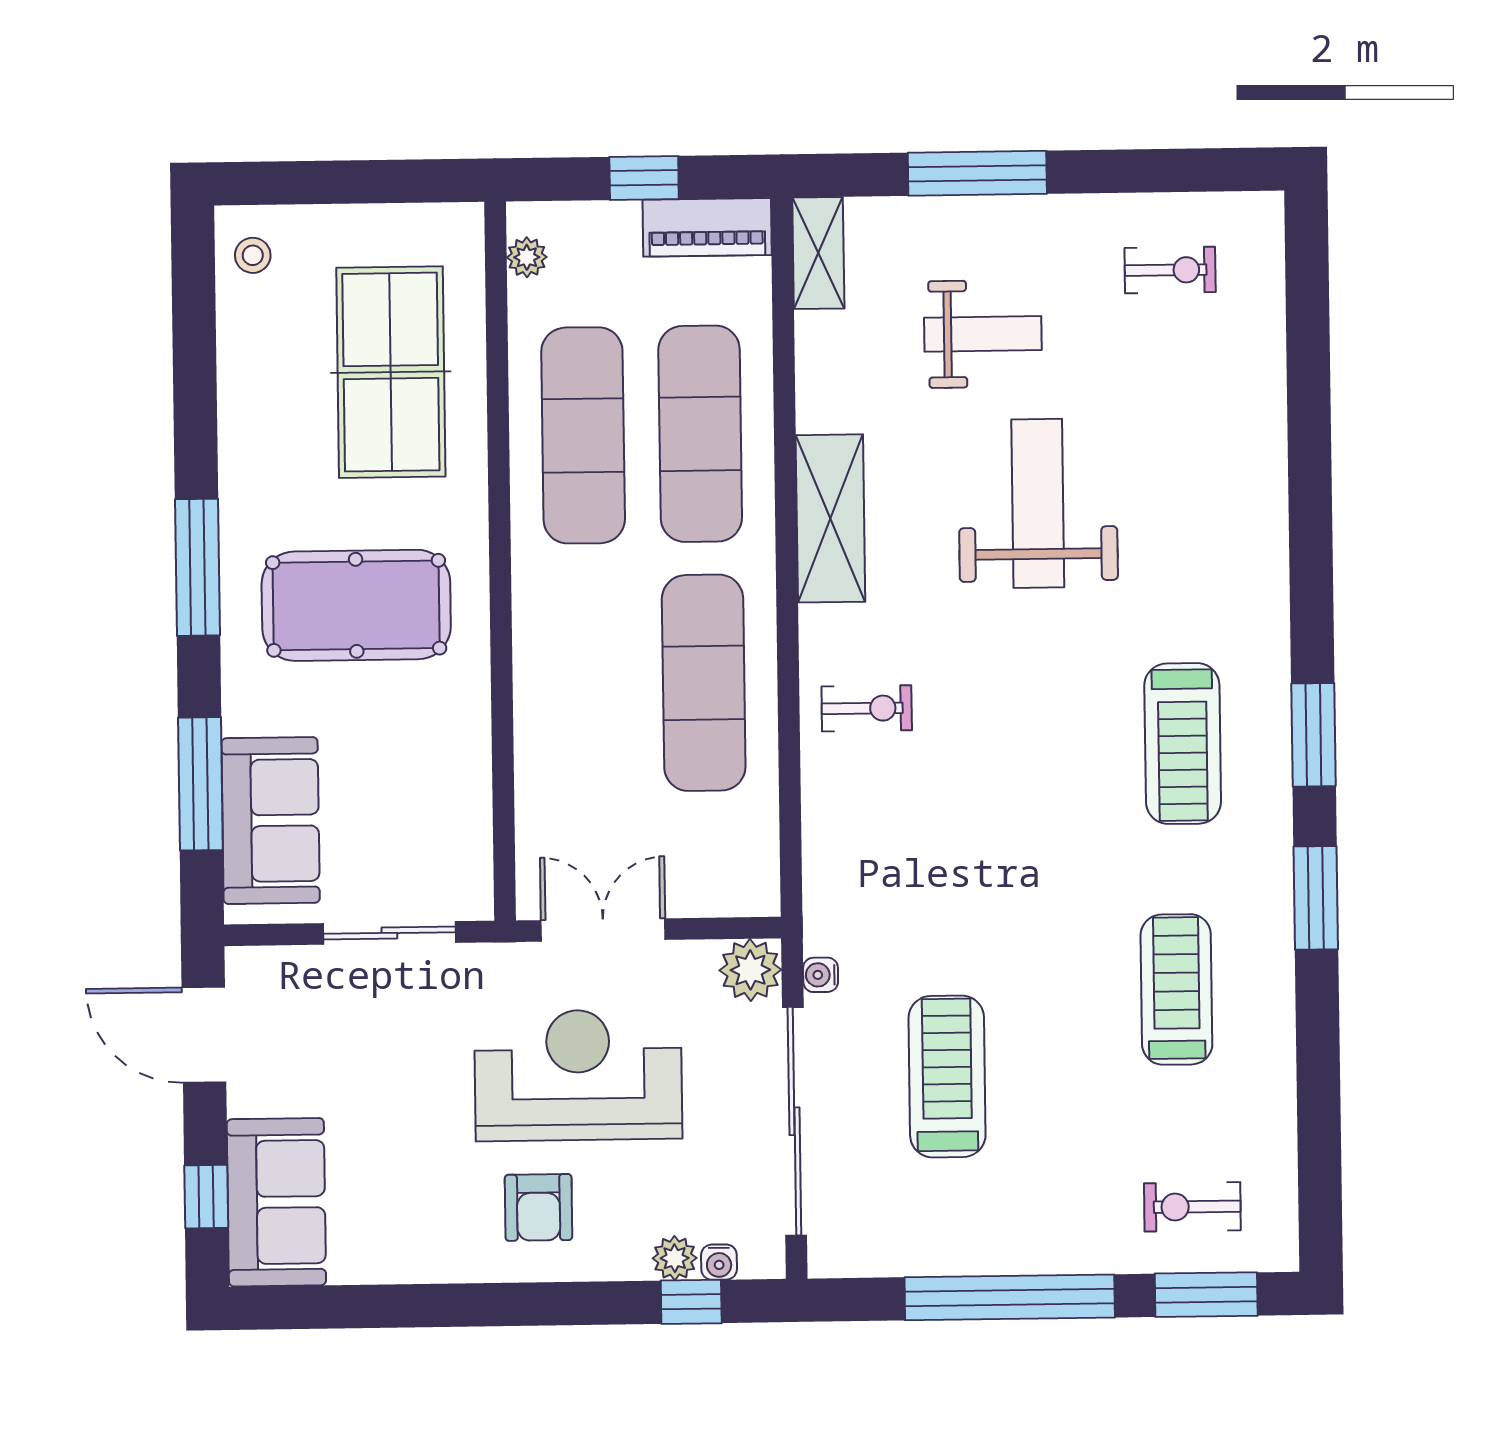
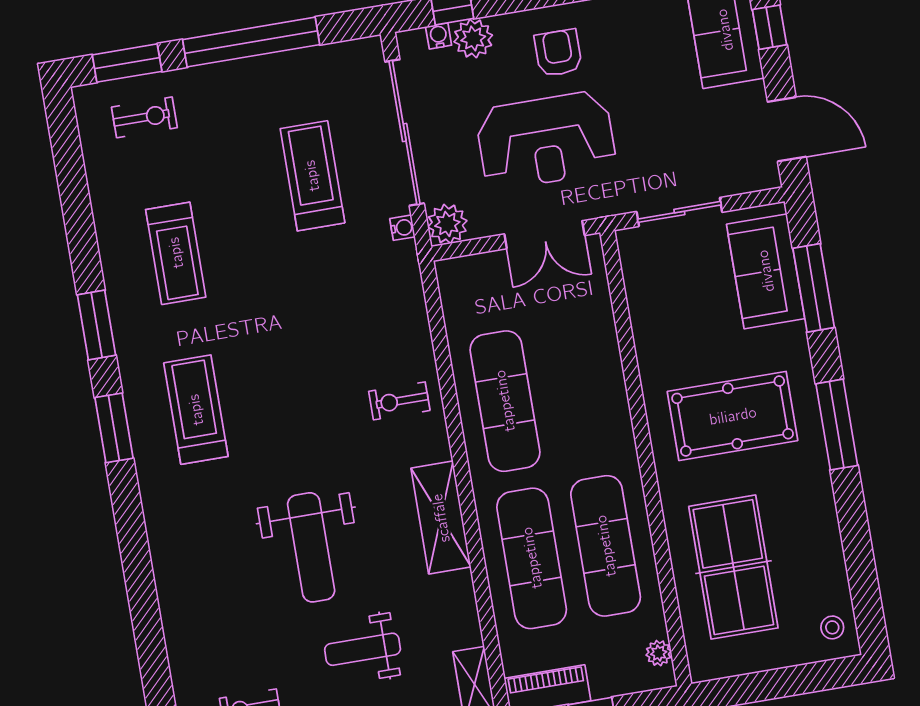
treadmill: (947, 1076) -> (312, 176), turned 180
plant: (675, 1258) -> (473, 38), width x1.38, depth x1.38

